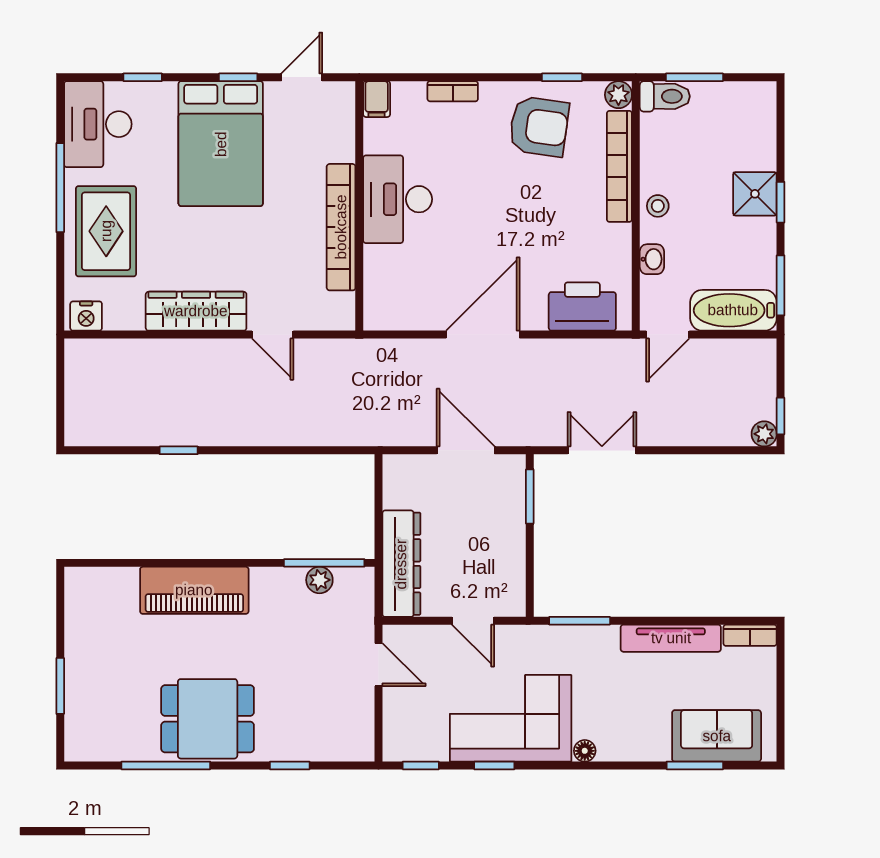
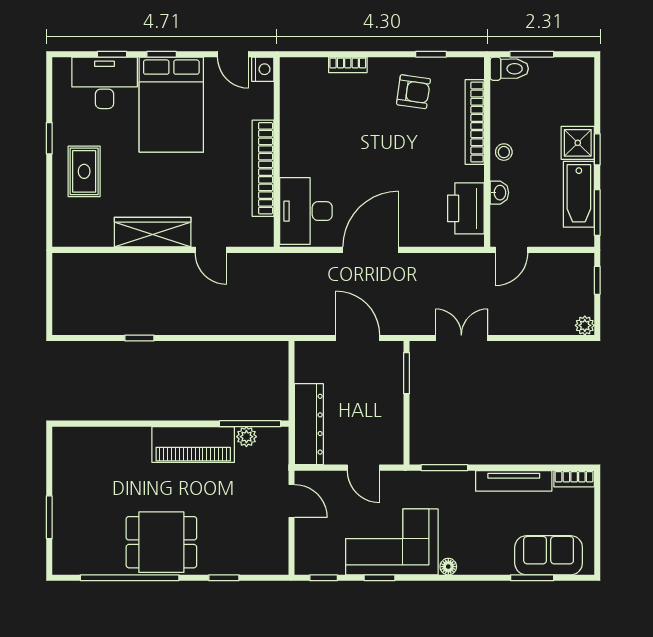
window: (238, 77) -> (162, 54), moved
door: (302, 77) -> (233, 54), swing flipped
plant: (618, 95) -> (474, 67), removed
filing cabinet: (377, 99) -> (290, 71), removed
desk: (98, 124) -> (105, 83), moved, turned 90
armchair: (539, 126) -> (413, 92), width x0.72, depth x0.72
window: (60, 188) -> (49, 138), width x0.46
desk: (398, 199) -> (306, 211), moved
rug: (106, 231) -> (84, 171), width x0.73, depth x0.70
printer: (582, 307) -> (466, 208), moved, turned -90
bathtub: (733, 310) -> (579, 194), moved, turned -90
nightstand: (86, 316) -> (263, 69), moved, turned -90
window: (781, 416) -> (597, 280), moved
piano: (194, 590) -> (193, 444), moved
window: (166, 765) -> (130, 578), width x1.46

